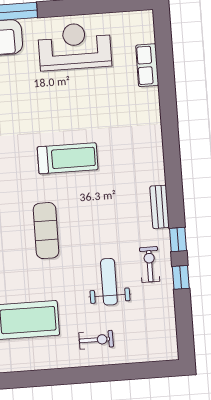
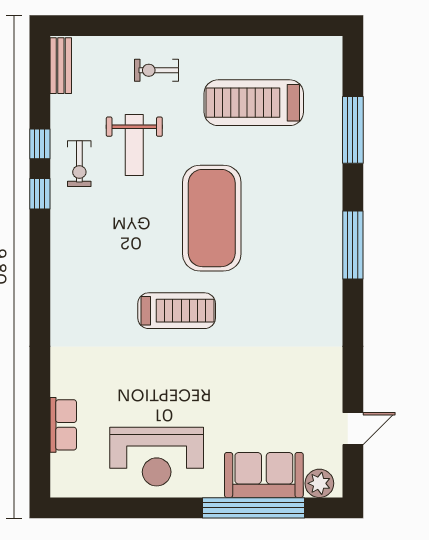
treadmill: (68, 158) -> (177, 311), turned 180
bench: (160, 207) -> (61, 66), moved
exercise mat: (46, 231) -> (212, 218), width x2.00, depth x1.45

